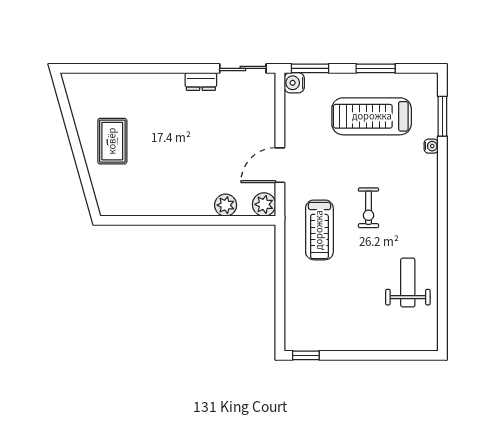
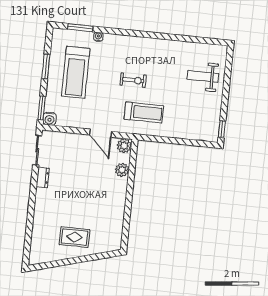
weight bench: (408, 283) -> (203, 76), moved

